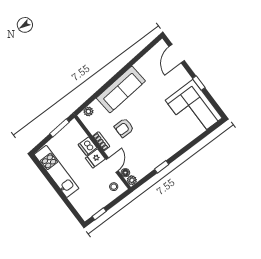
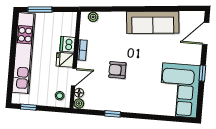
sofa: (121, 90) -> (153, 22), moved
window: (60, 128) -> (40, 10), moved
armchair: (124, 128) -> (117, 70), moved
kitchen unit: (57, 171) -> (24, 53), width x1.36

